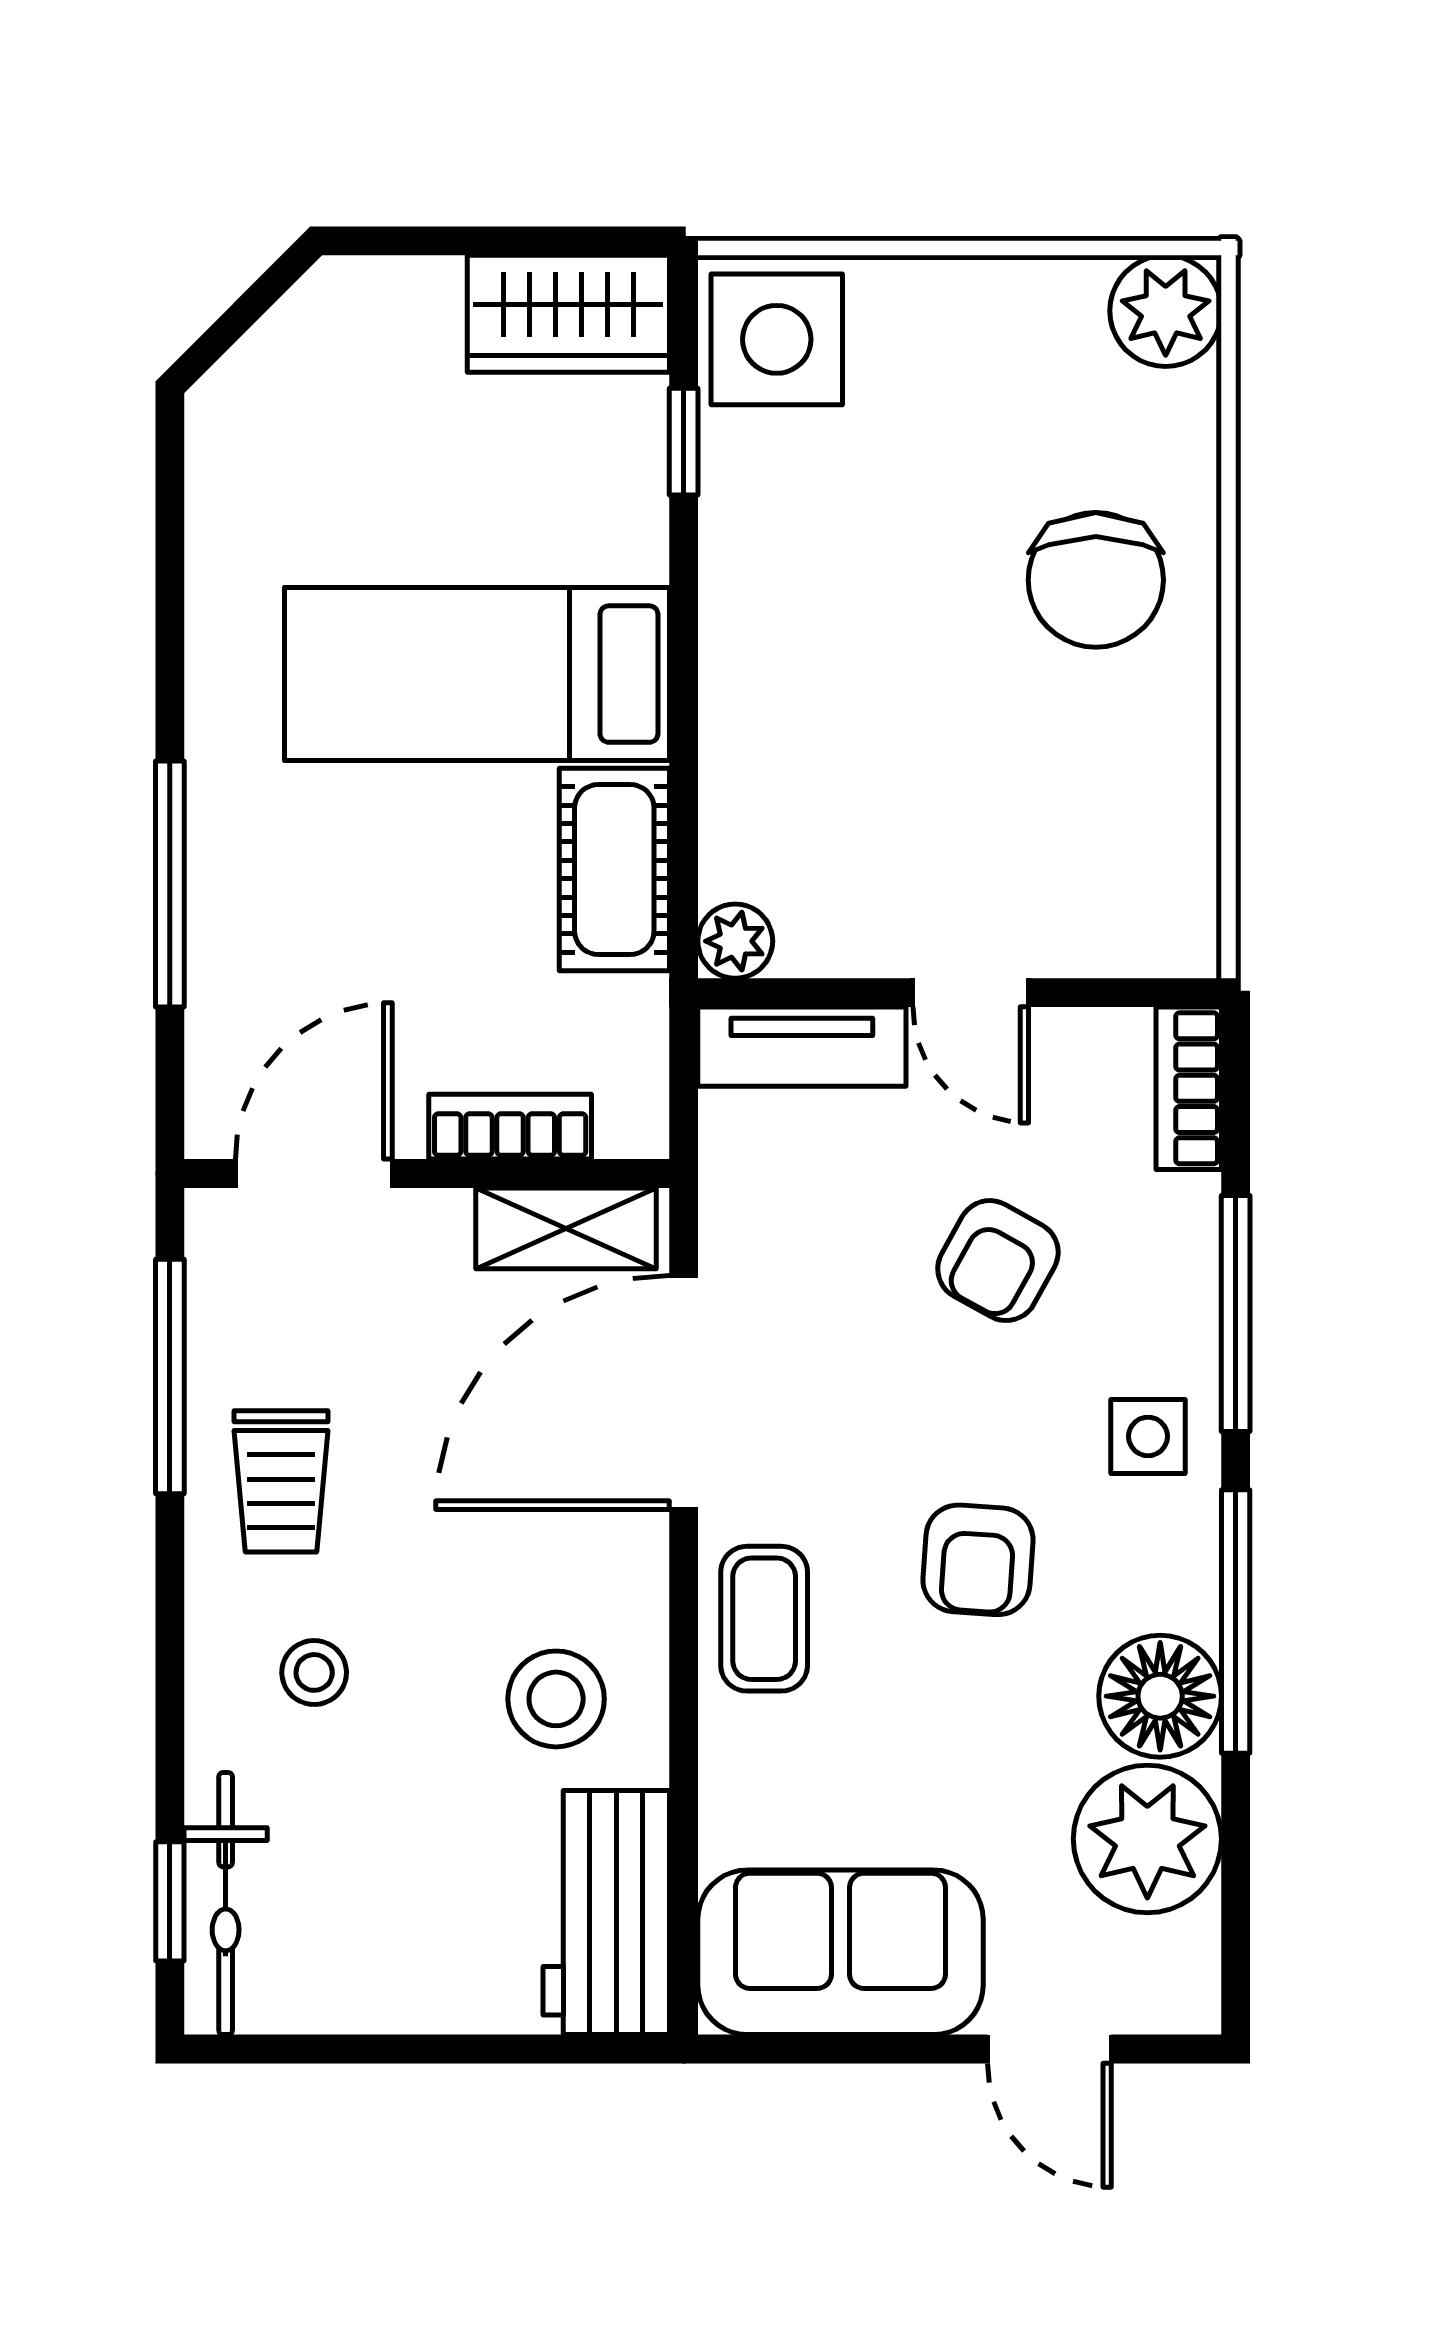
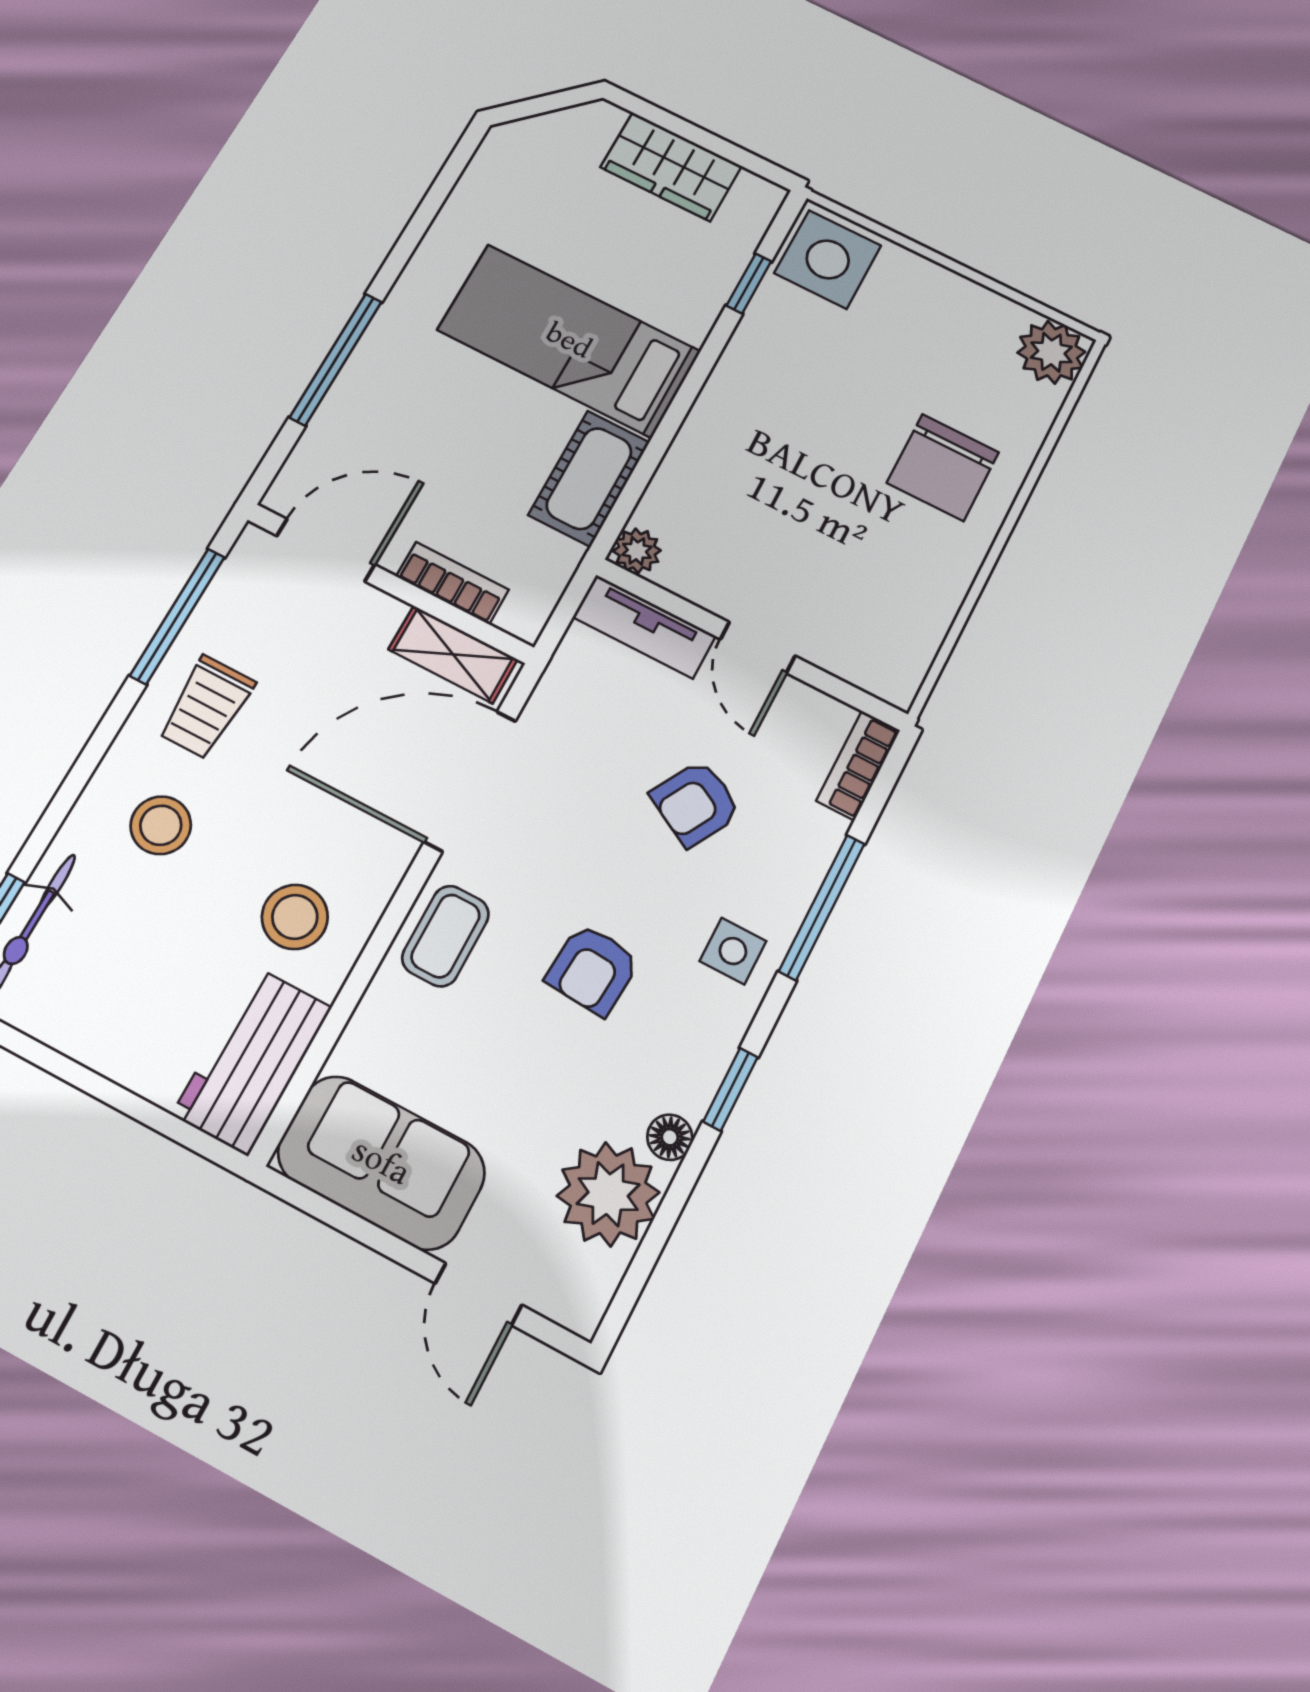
wardrobe: (568, 314) -> (671, 167), moved
window: (1236, 1621) -> (730, 1089), width x0.46
stool: (314, 1672) -> (161, 825), width x1.37, depth x1.37
floor lamp: (1160, 1696) -> (670, 1137), width x0.53, depth x0.53

